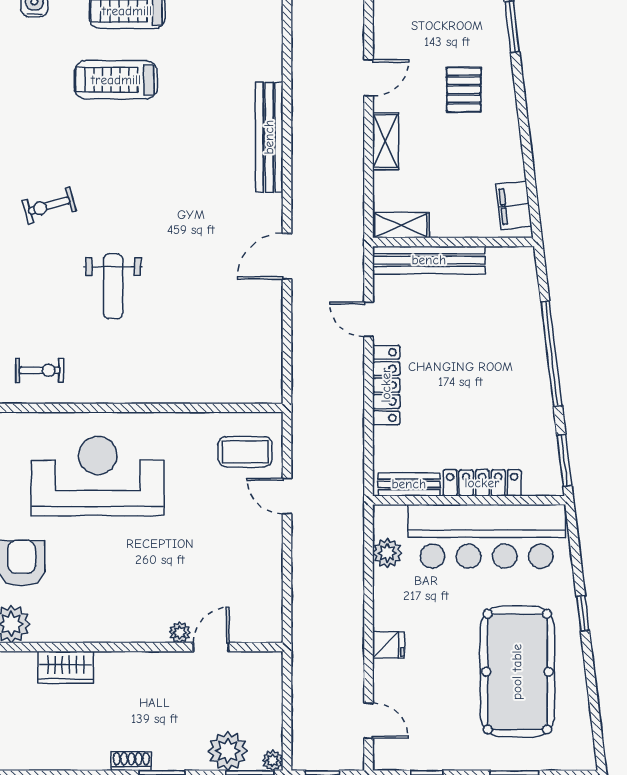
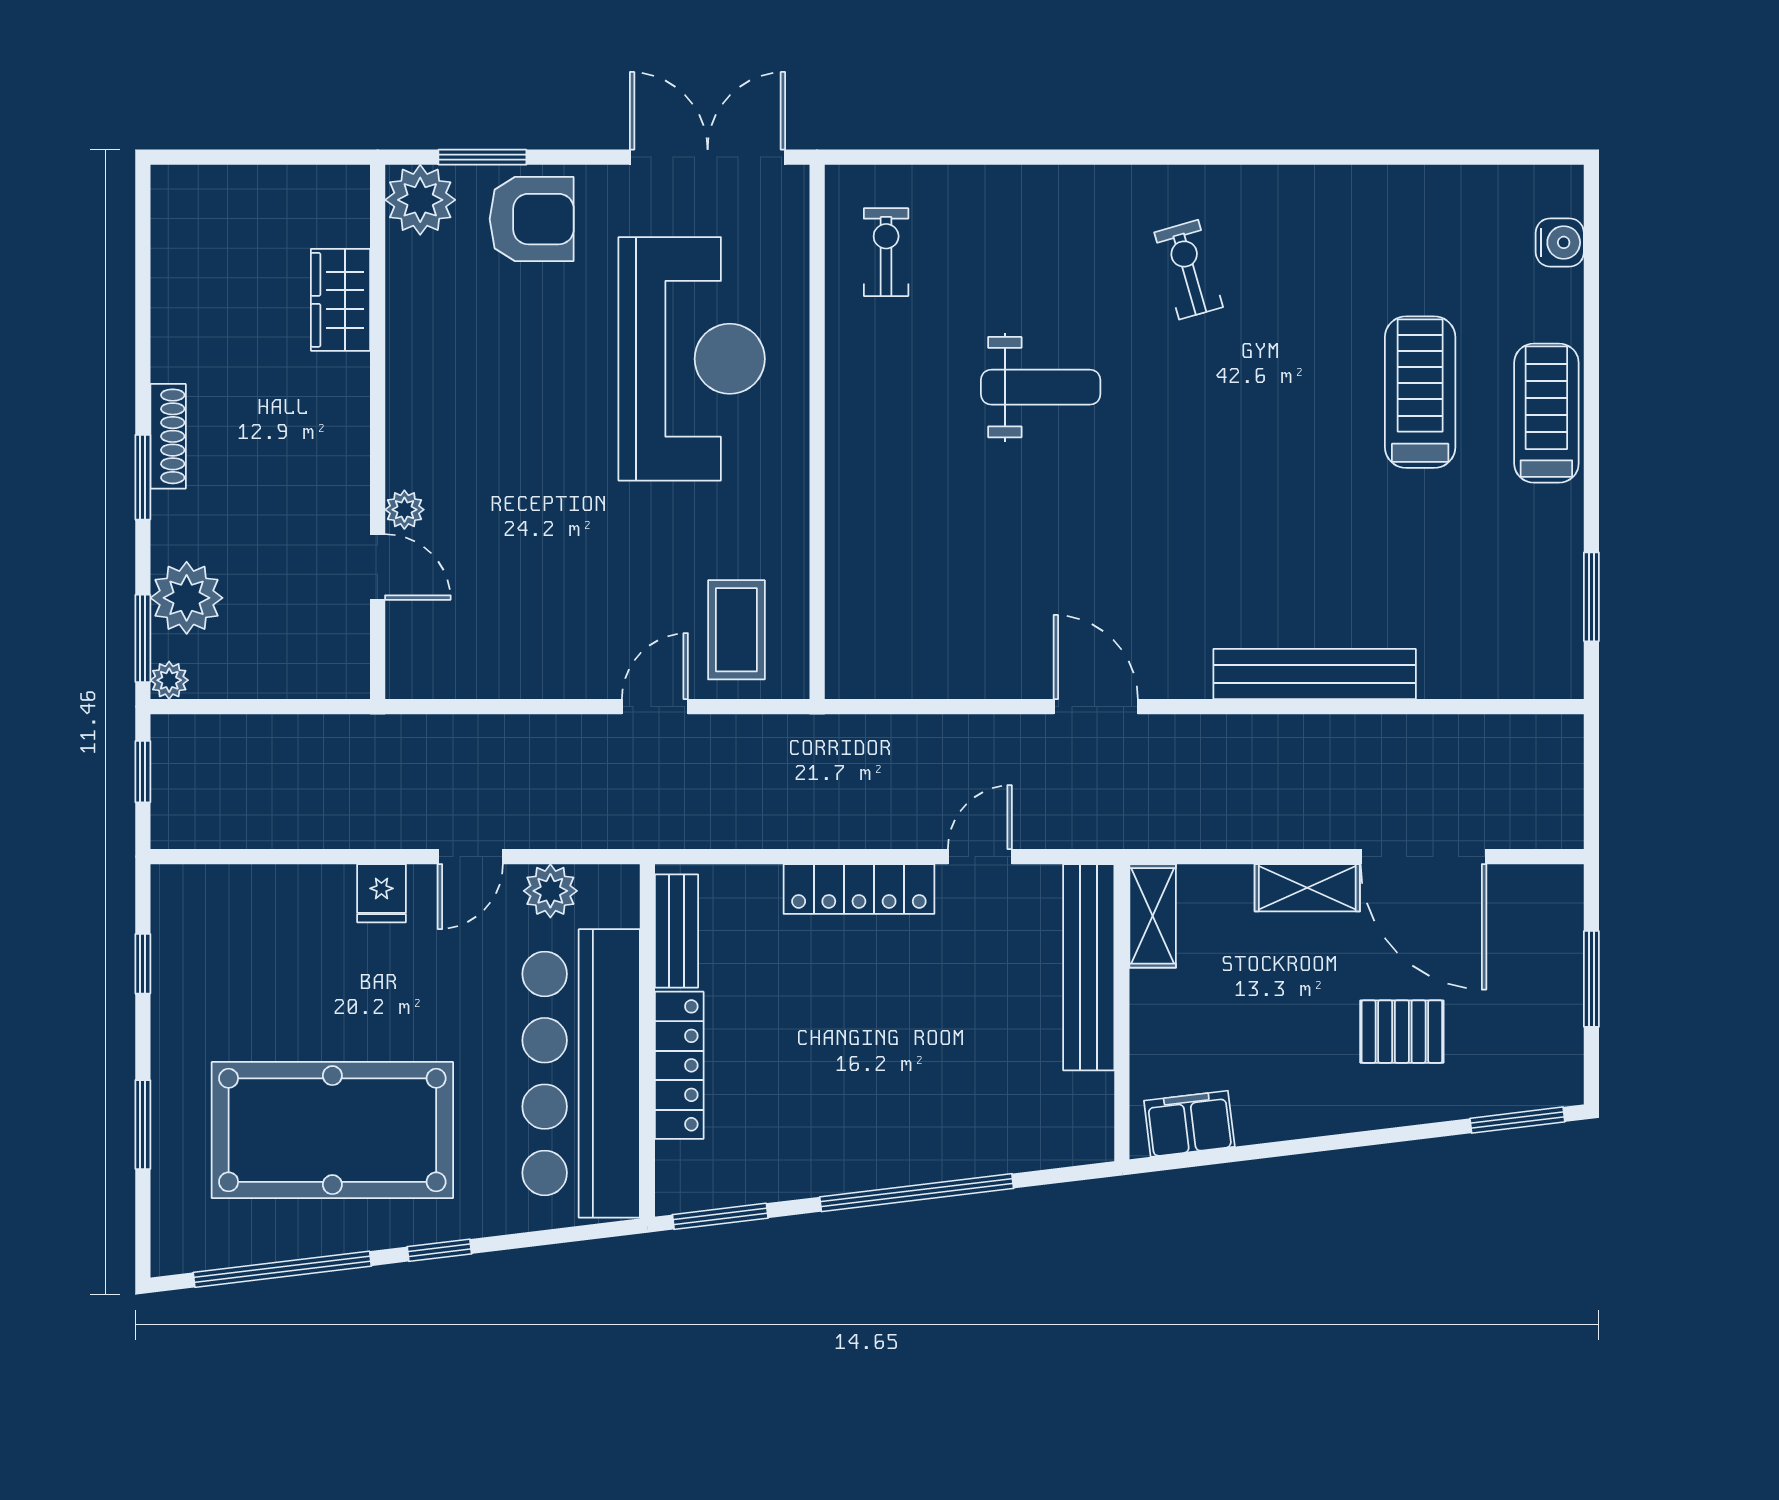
door: (369, 78) -> (1424, 857), width x1.88
weight bench: (113, 286) -> (1041, 387), turned 180
exercise bike: (40, 370) -> (886, 252), turned 180
window: (593, 699) -> (282, 1269), added
door: (369, 721) -> (470, 857), moved
shoe rack: (131, 761) -> (168, 436), width x1.43

